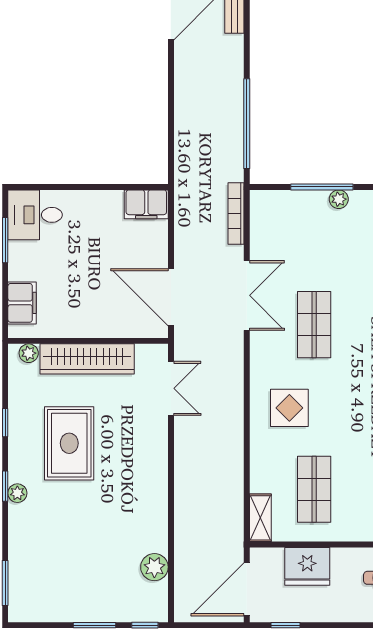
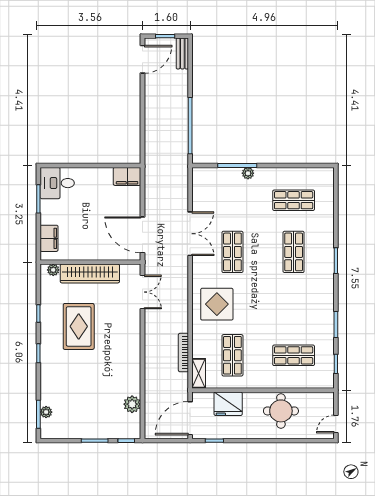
bookcase: (236, 214) -> (183, 353), moved
display table: (289, 408) -> (217, 304), width x1.36, depth x1.36
plant: (17, 493) -> (46, 412), moved

